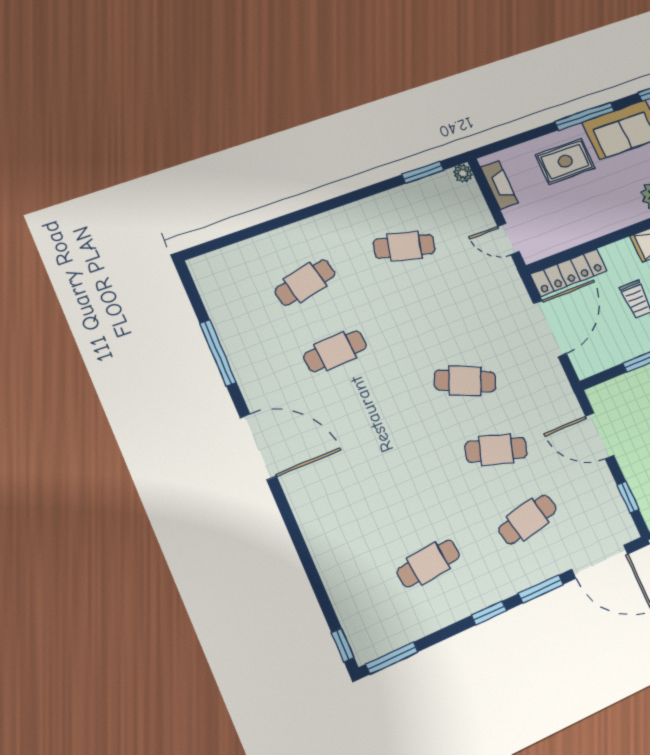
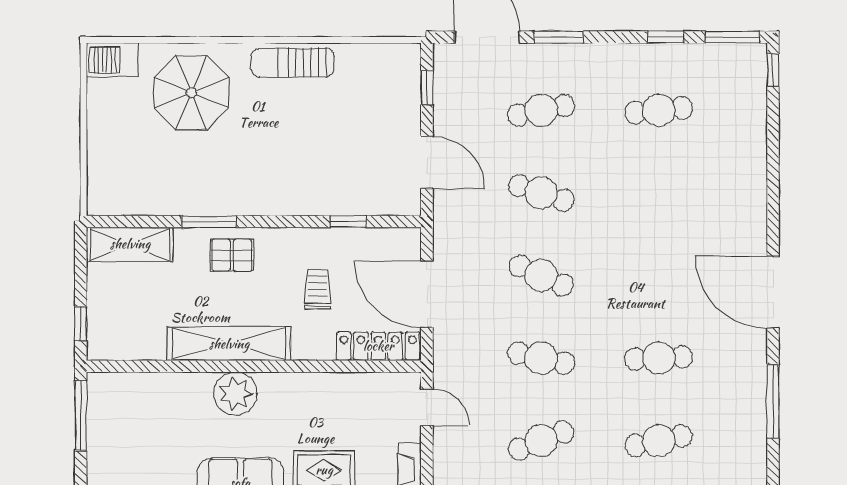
cafe table: (404, 246) -> (541, 441), turned -36
cafe table: (434, 313) -> (541, 358), added
door: (550, 329) -> (427, 294), hinge flipped
window: (489, 613) -> (666, 37), moved

